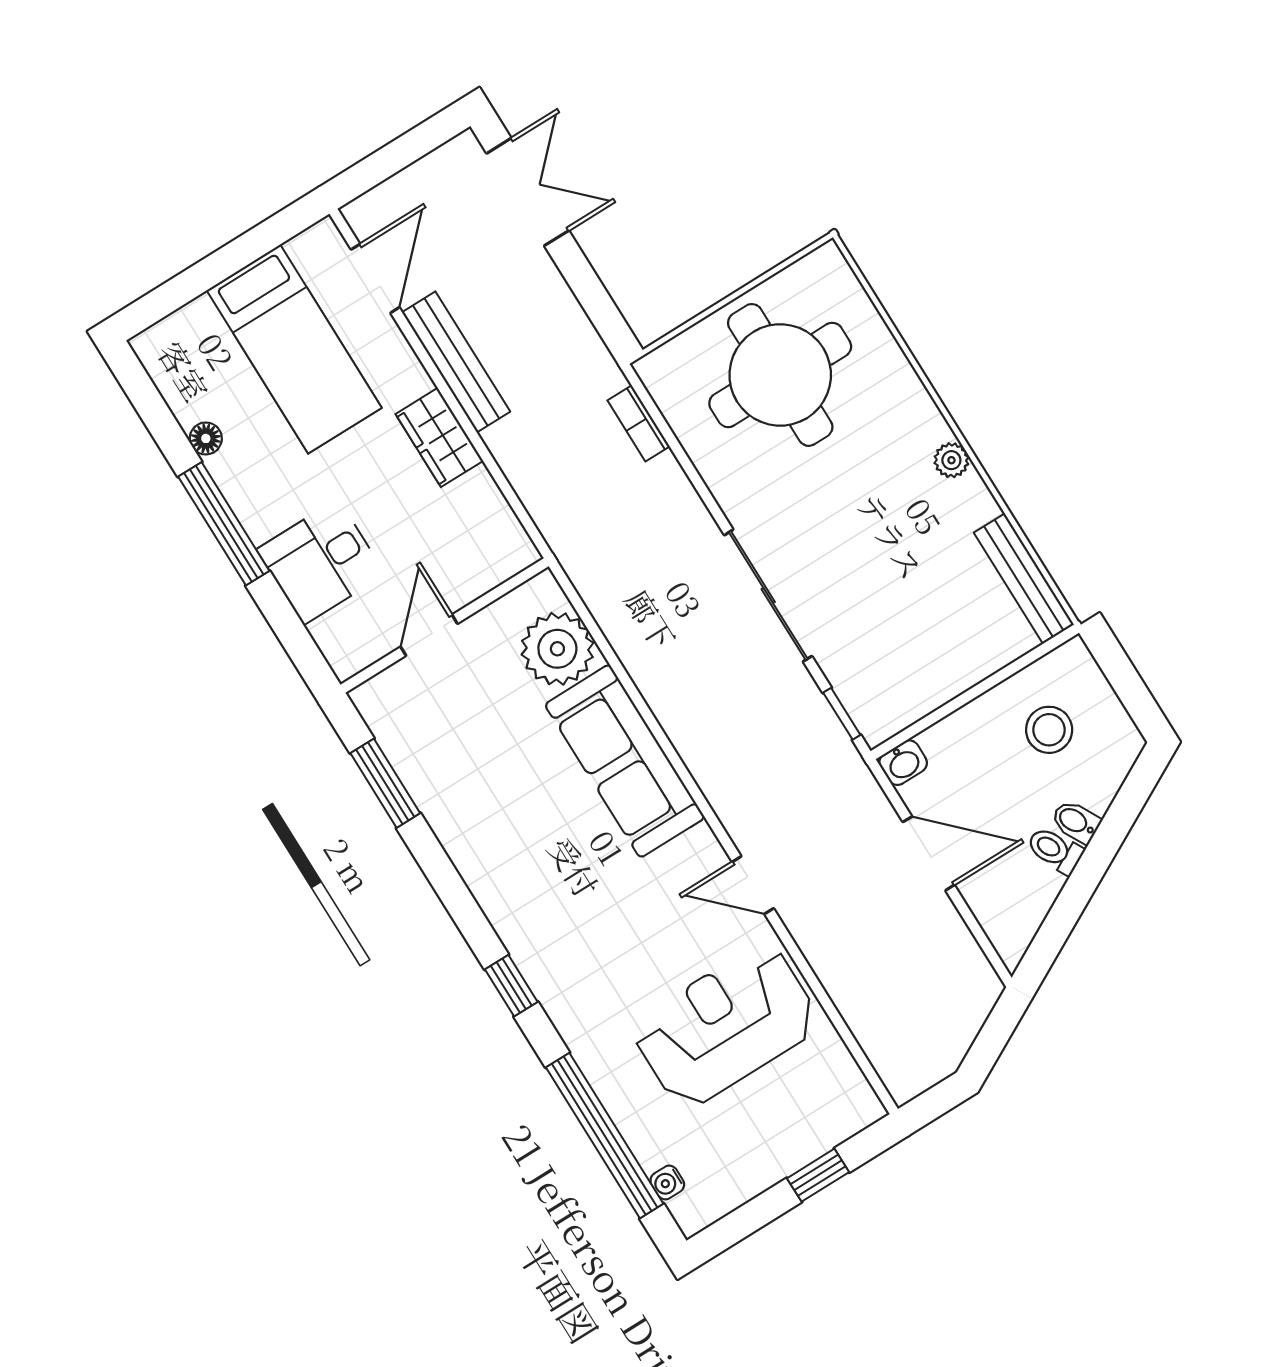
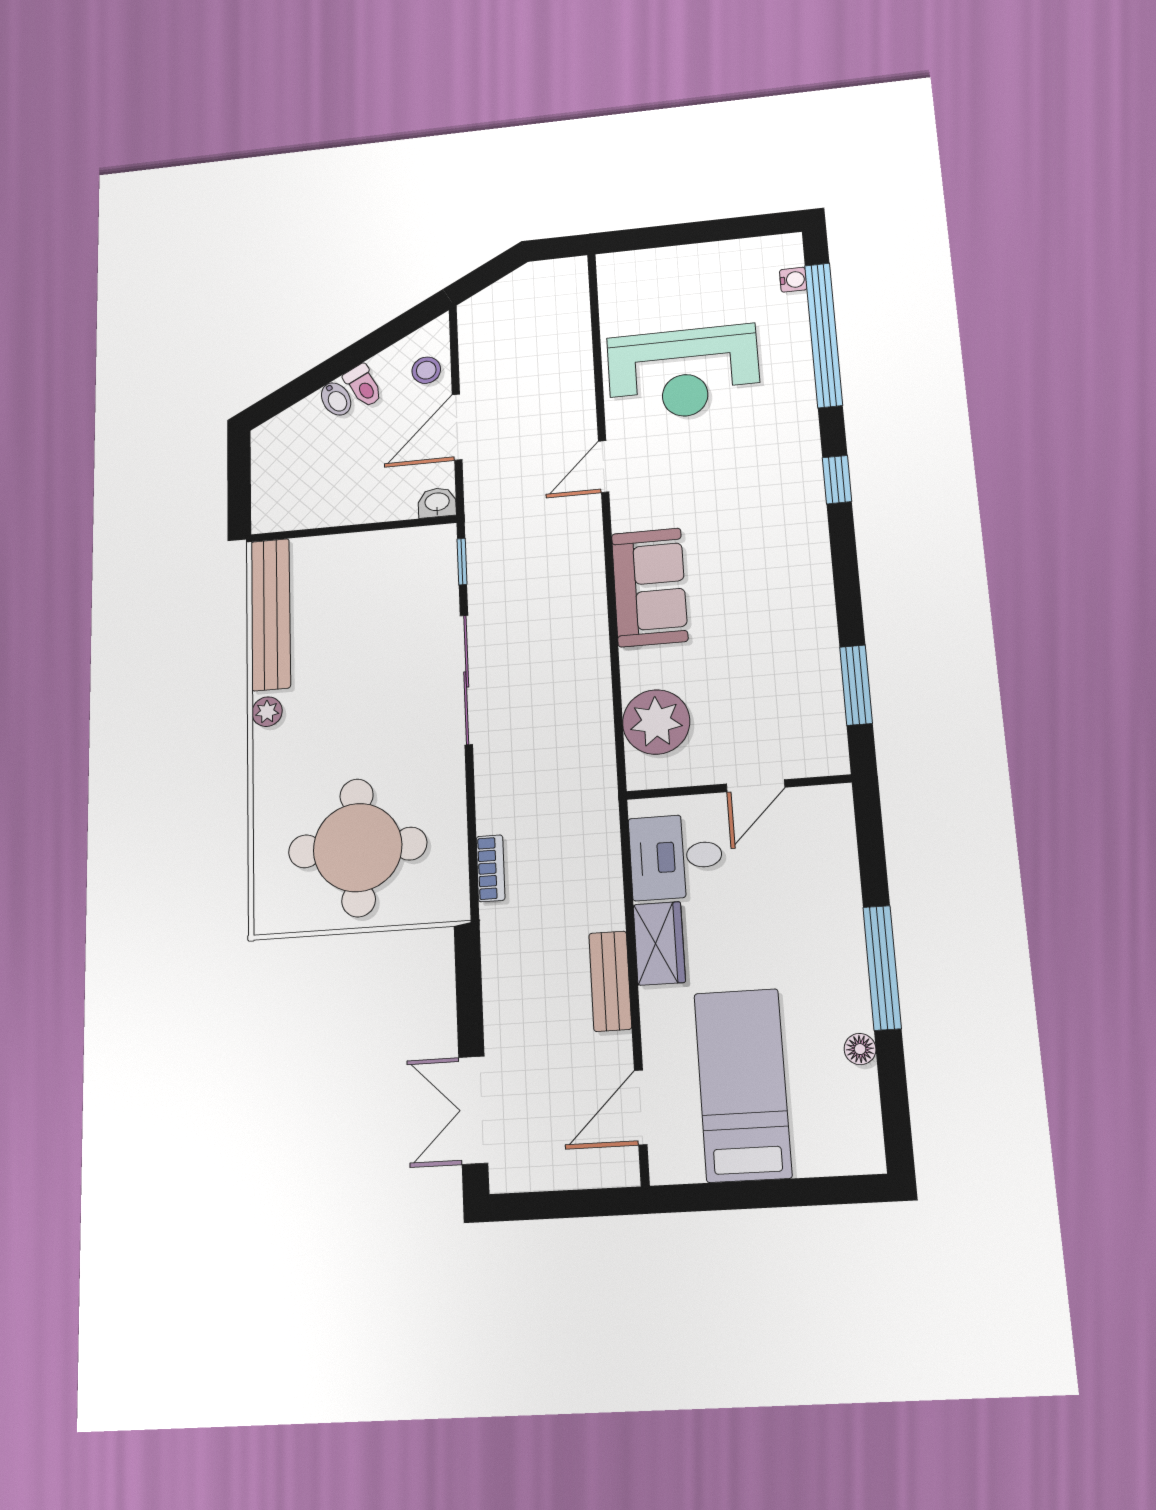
bench: (456, 362) -> (610, 981), width x0.73
desk: (321, 562) -> (676, 857), moved, turned 180
bench: (1024, 579) -> (271, 614), width x1.37, depth x1.21
stool: (1049, 730) -> (426, 370), moved, width x0.73, depth x0.73
sofa: (625, 761) -> (650, 587), width x0.73
door: (929, 853) -> (457, 427), hinge flipped
door: (753, 885) -> (604, 466), swing flipped
window: (818, 1175) -> (674, 235), removed

